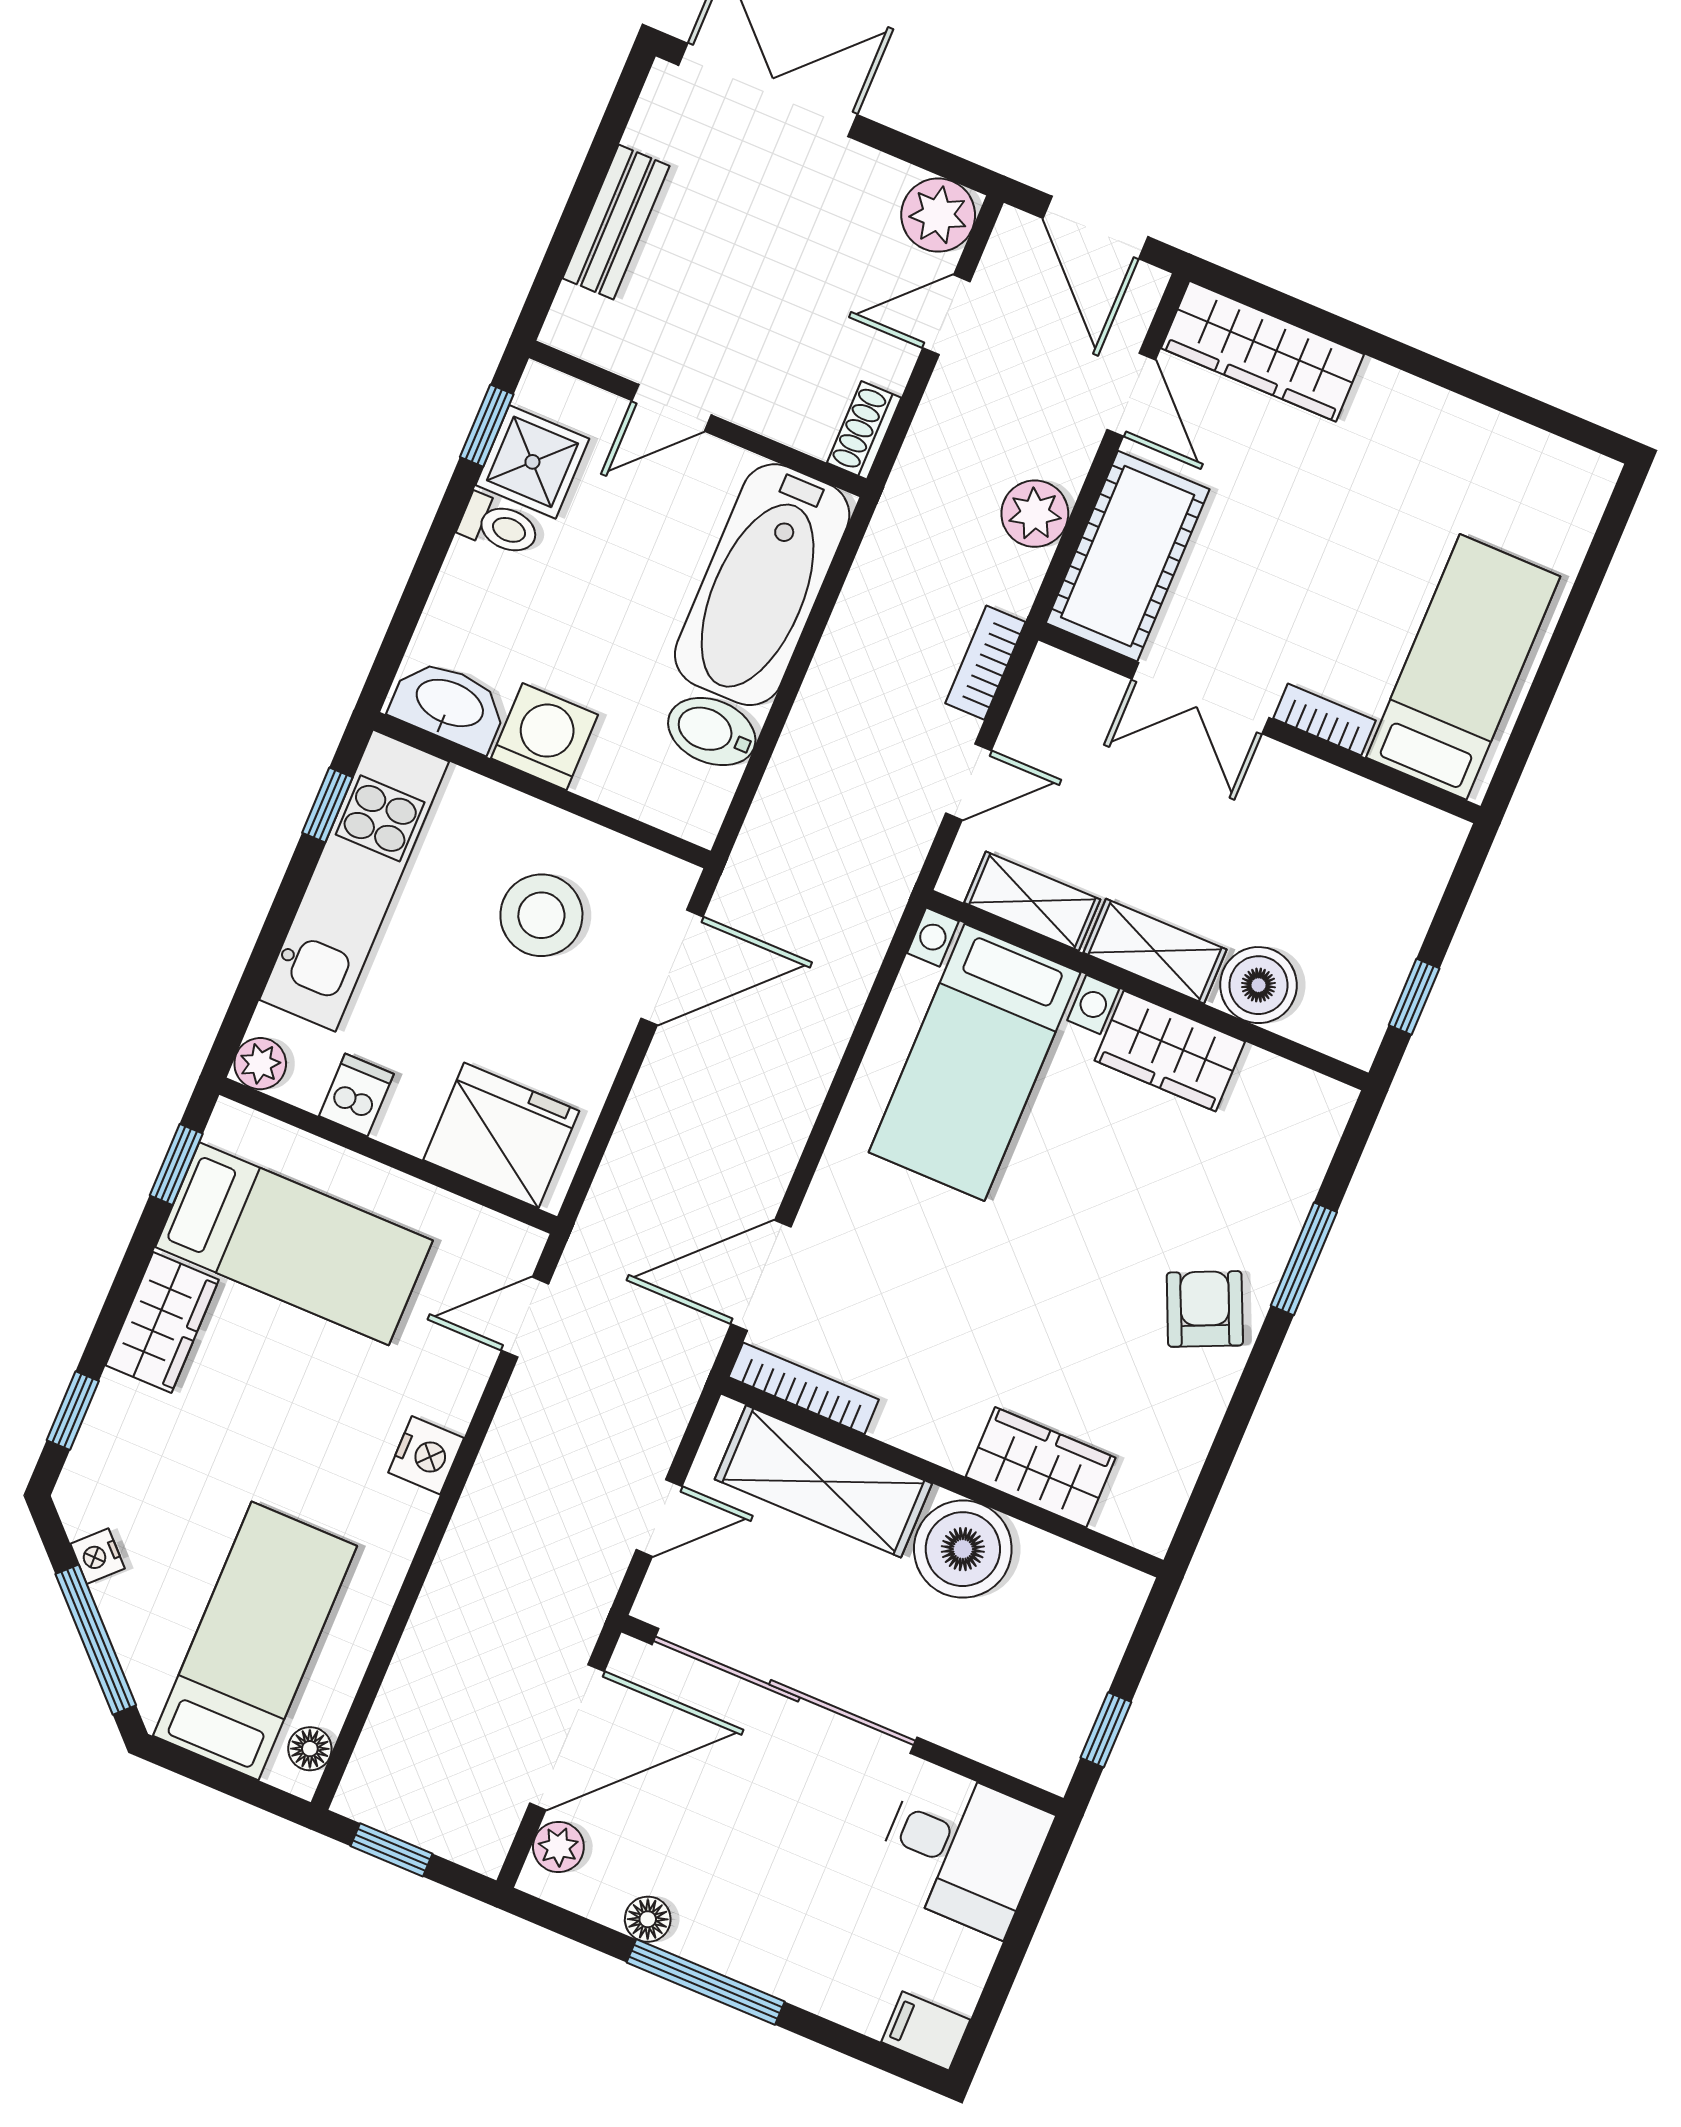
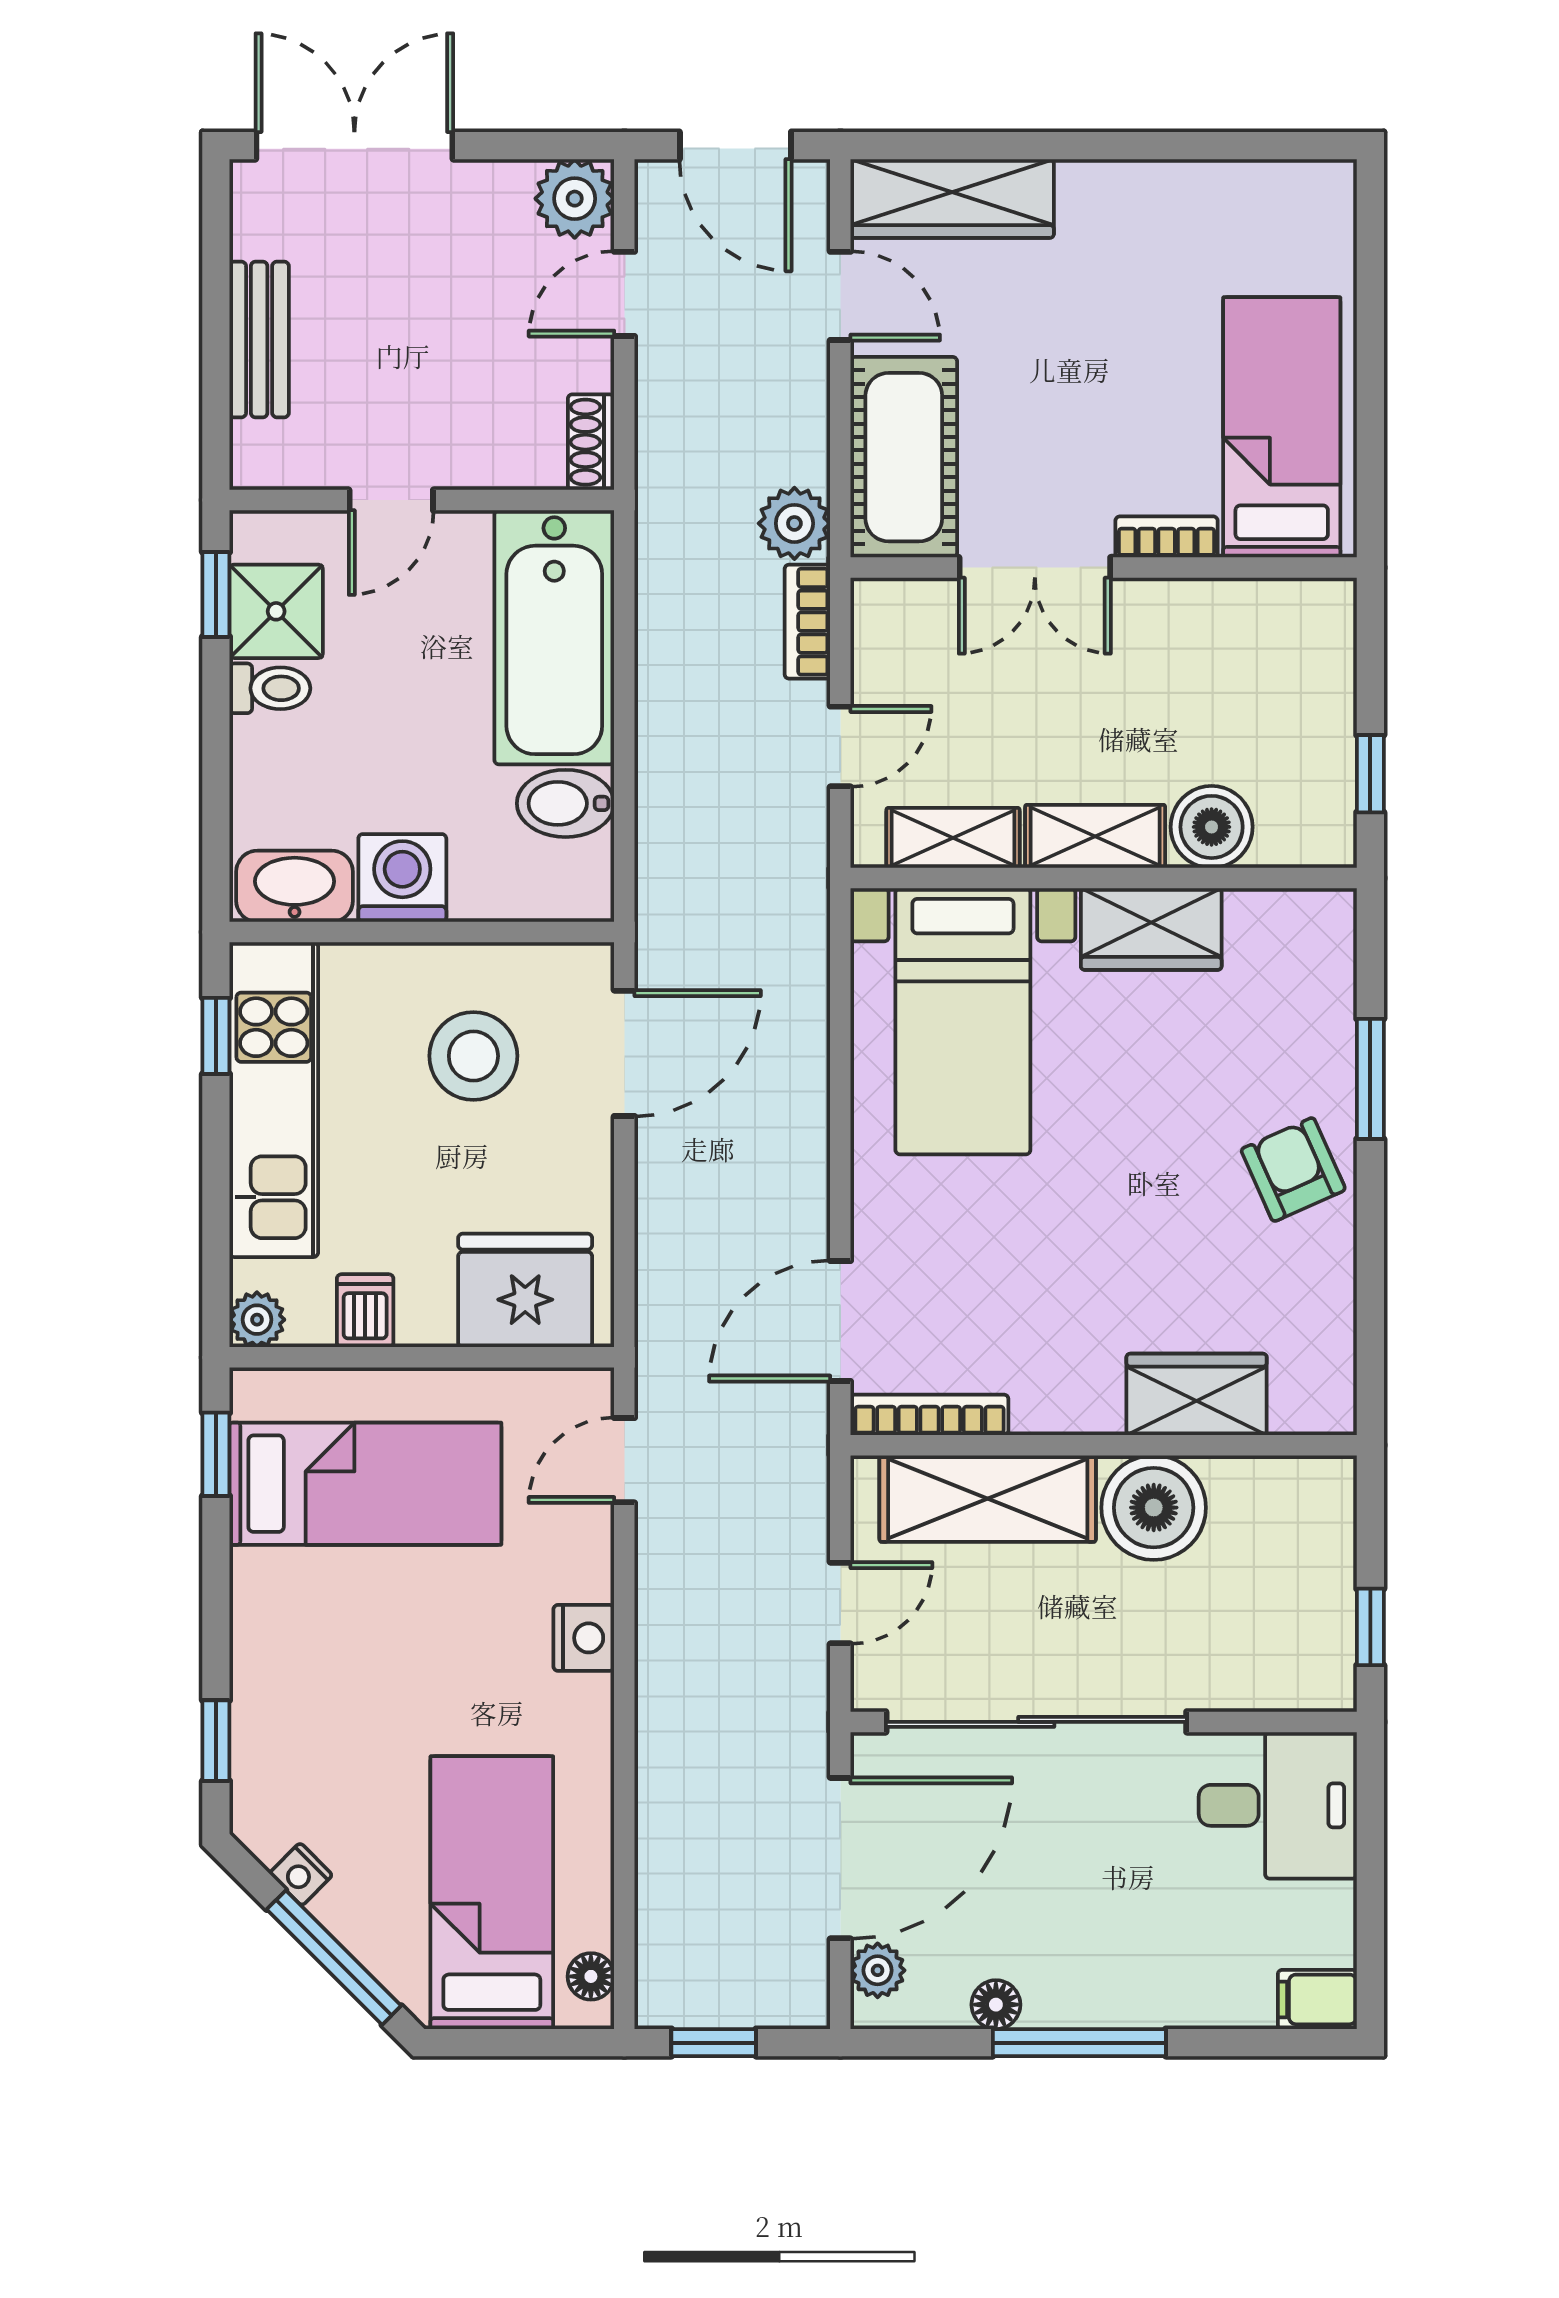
plant: (1035, 514) -> (794, 523), moved
wardrobe: (162, 1322) -> (268, 1616), removed

